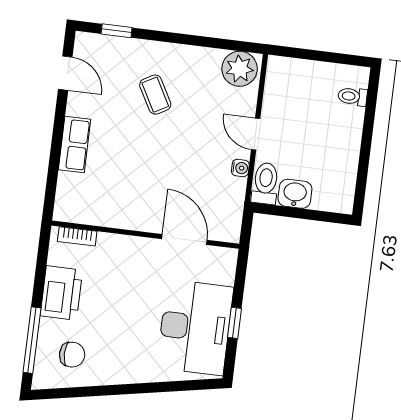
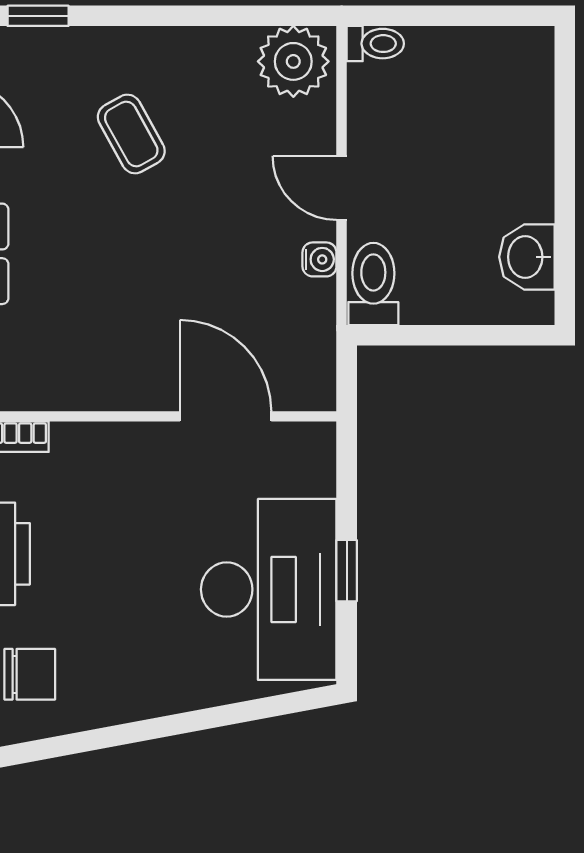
toilet: (353, 96) -> (375, 44), moved, turned 180
washbasin: (295, 194) -> (527, 257), moved, turned -90

